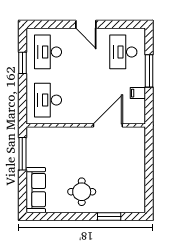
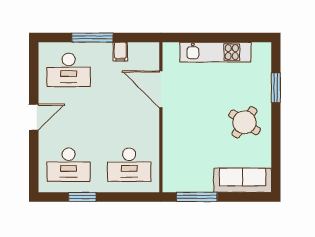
kitchen unit: (137, 169) -> (215, 52), added
round table: (82, 192) -> (245, 122), turned 35

